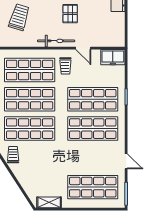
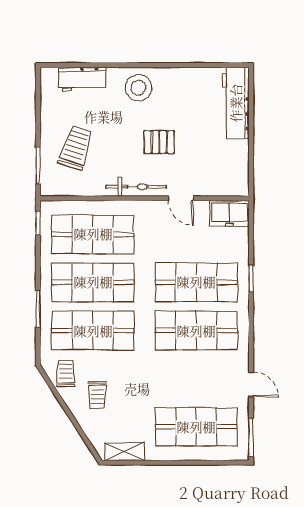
pallet: (70, 14) -> (159, 142), turned 90
trolley: (65, 66) -> (97, 395), moved

